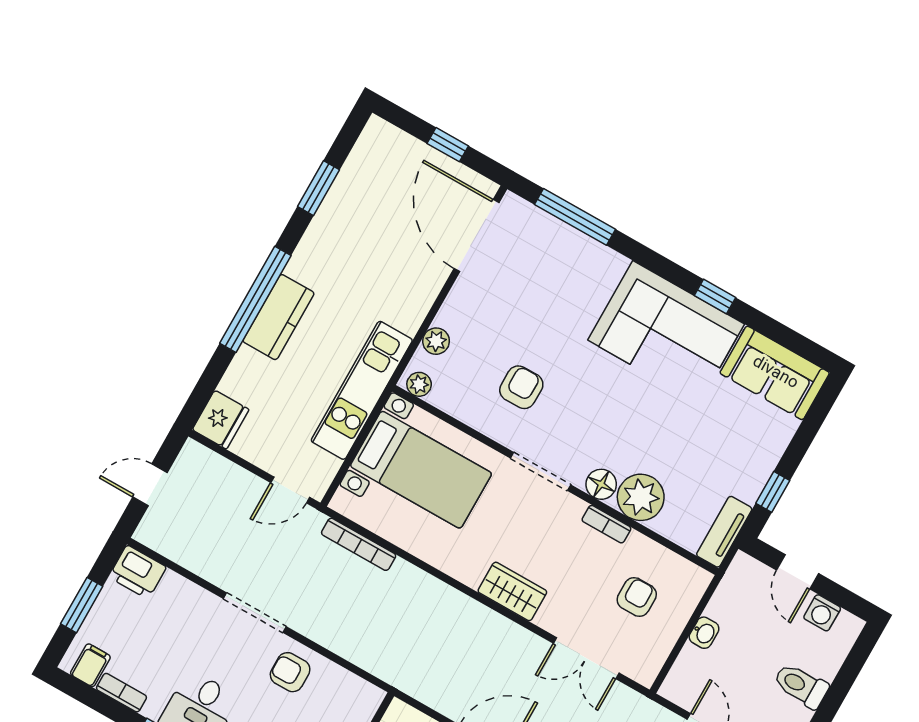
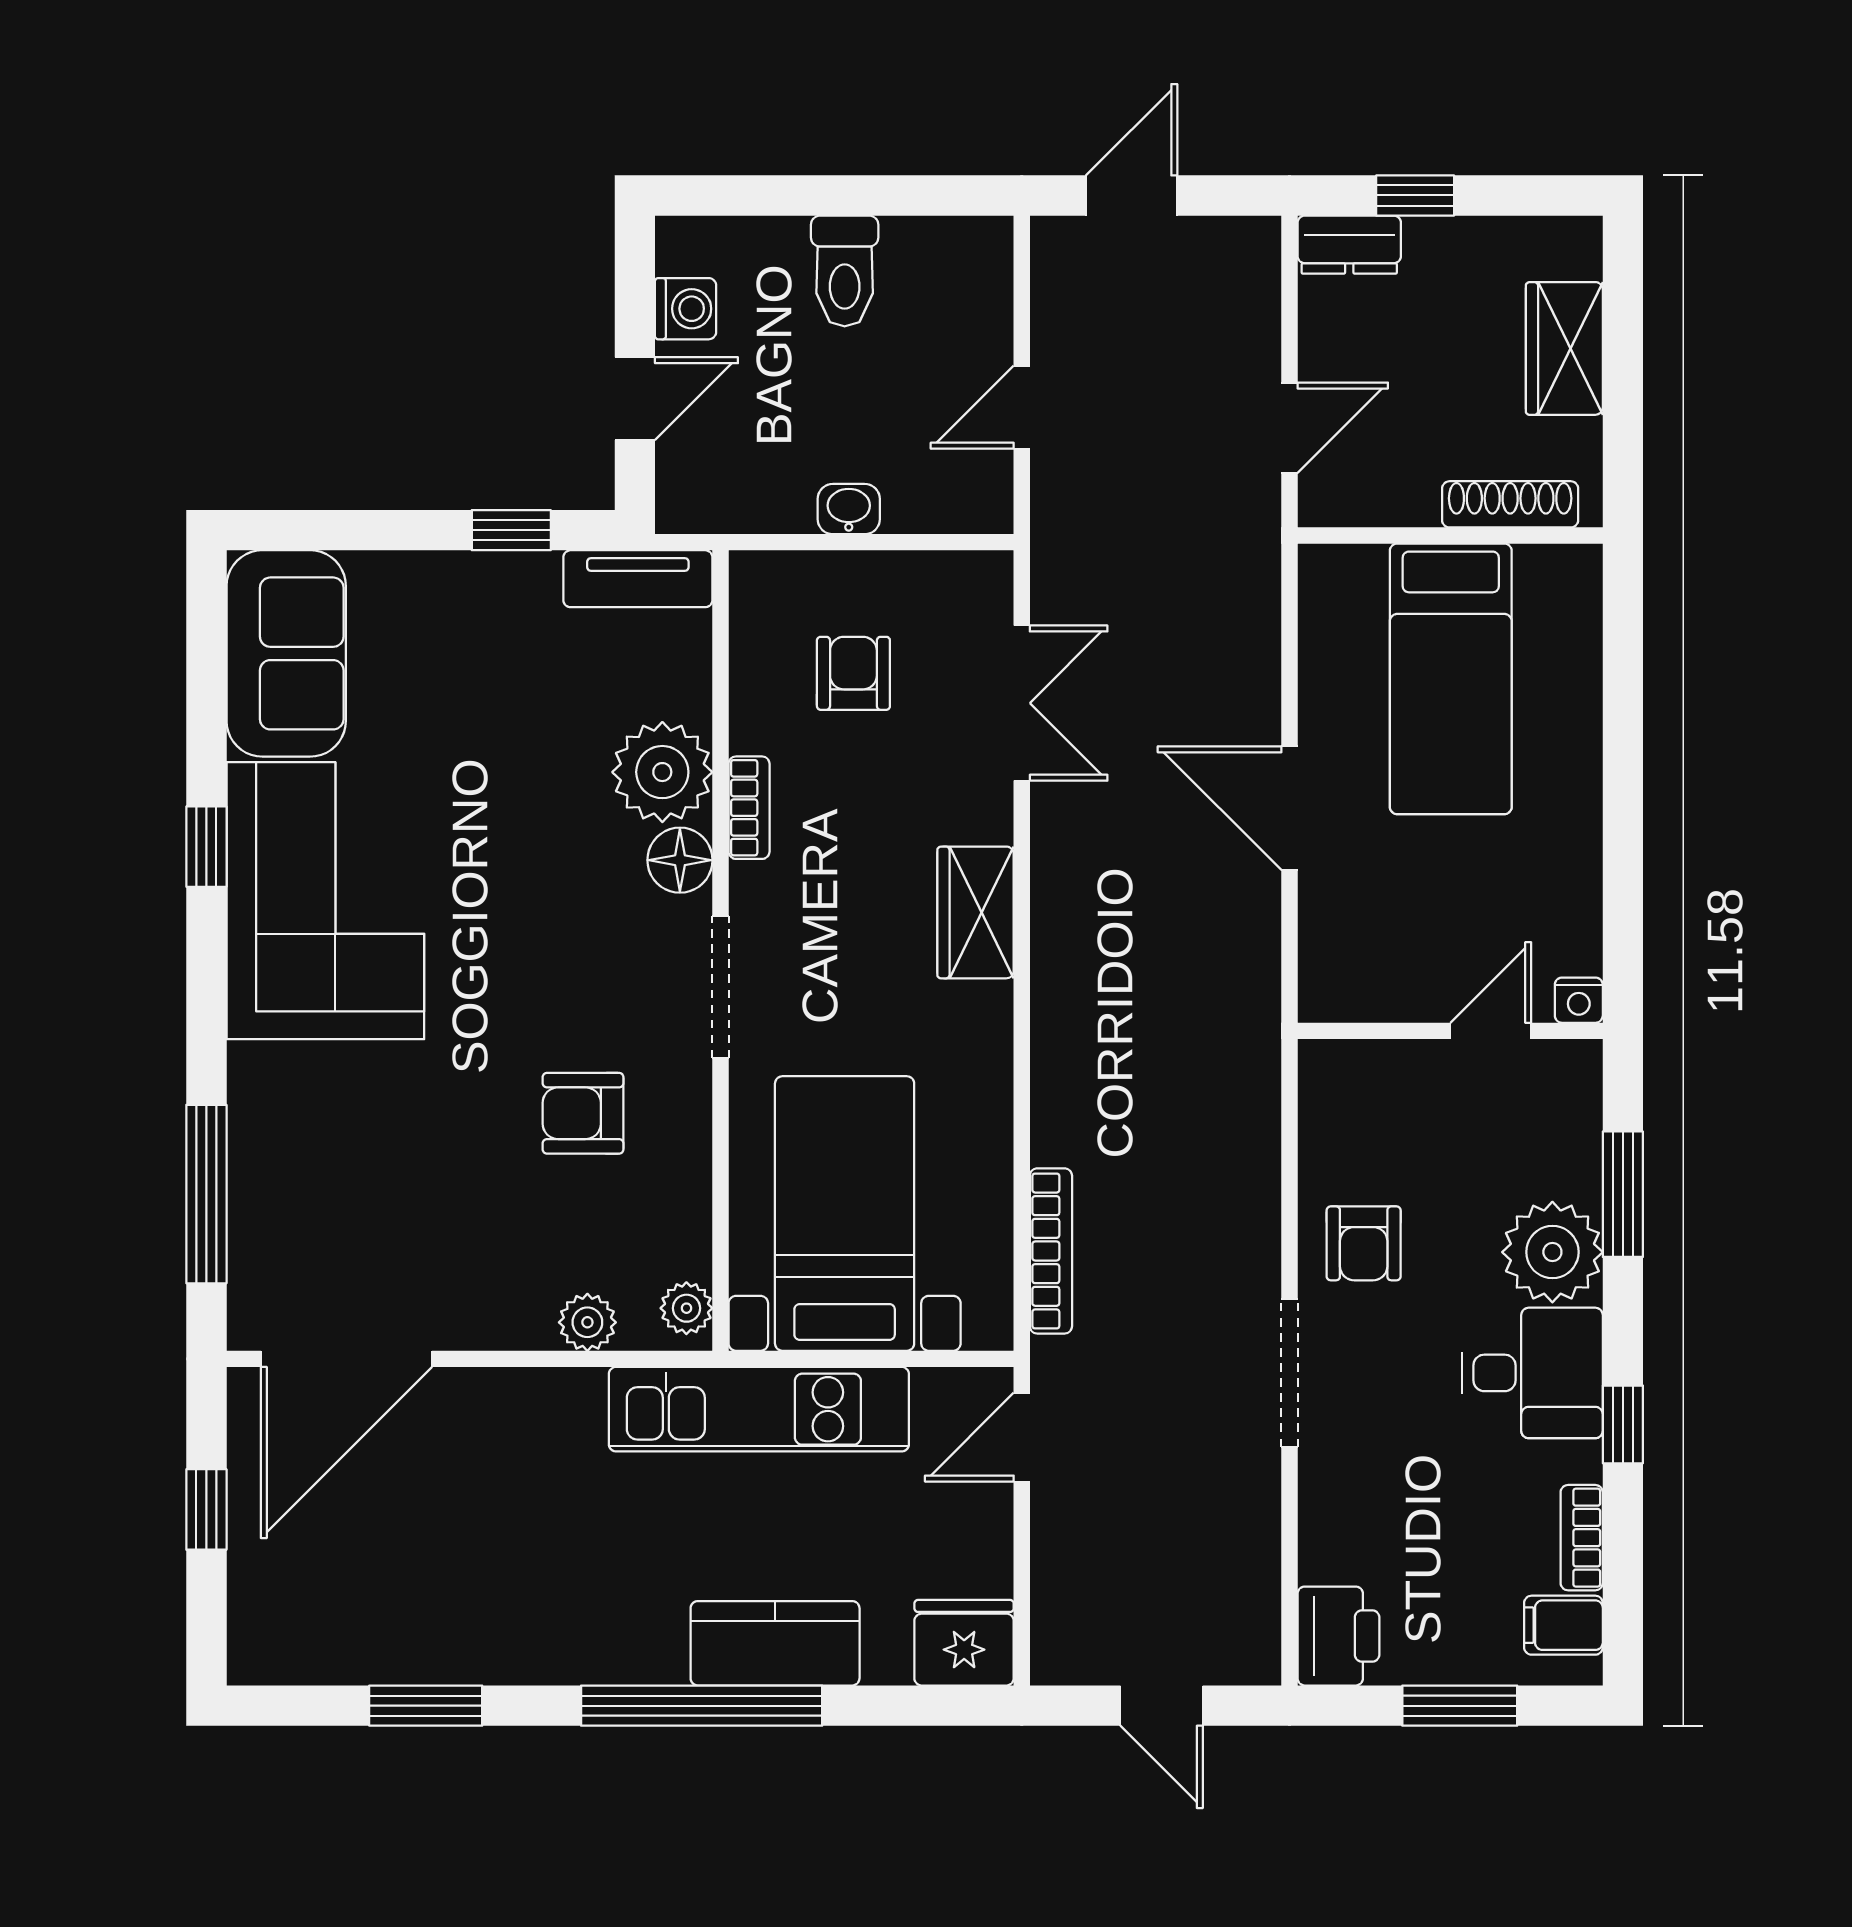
kitchen counter: (279, 317) -> (775, 1643), moved
door: (290, 490) -> (1022, 1437), swing flipped
armchair: (637, 597) -> (853, 673), turned 90

